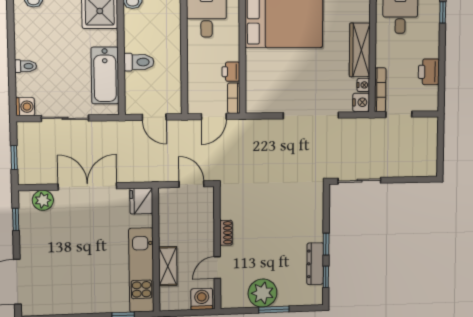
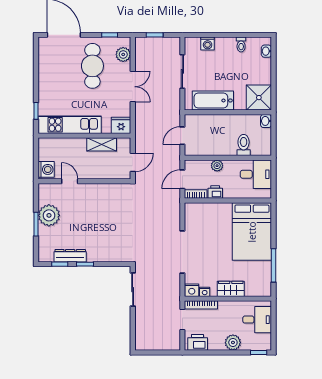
plant: (429, 47) -> (233, 342), added
wardrobe: (360, 50) -> (231, 289), width x0.67
toilet: (139, 62) -> (244, 145), moved, turned 180
toilet: (26, 66) -> (241, 44), moved
plant: (195, 69) -> (217, 166), added
printer: (429, 72) -> (198, 342), moved
washing machine: (25, 107) -> (208, 43), moved
door: (214, 117) -> (182, 179), hinge flipped
double door: (87, 186) -> (133, 87), width x0.73
shoe rack: (226, 233) -> (96, 188), removed
cafe table: (60, 242) -> (92, 66), added
shelving: (168, 266) -> (102, 144), moved

